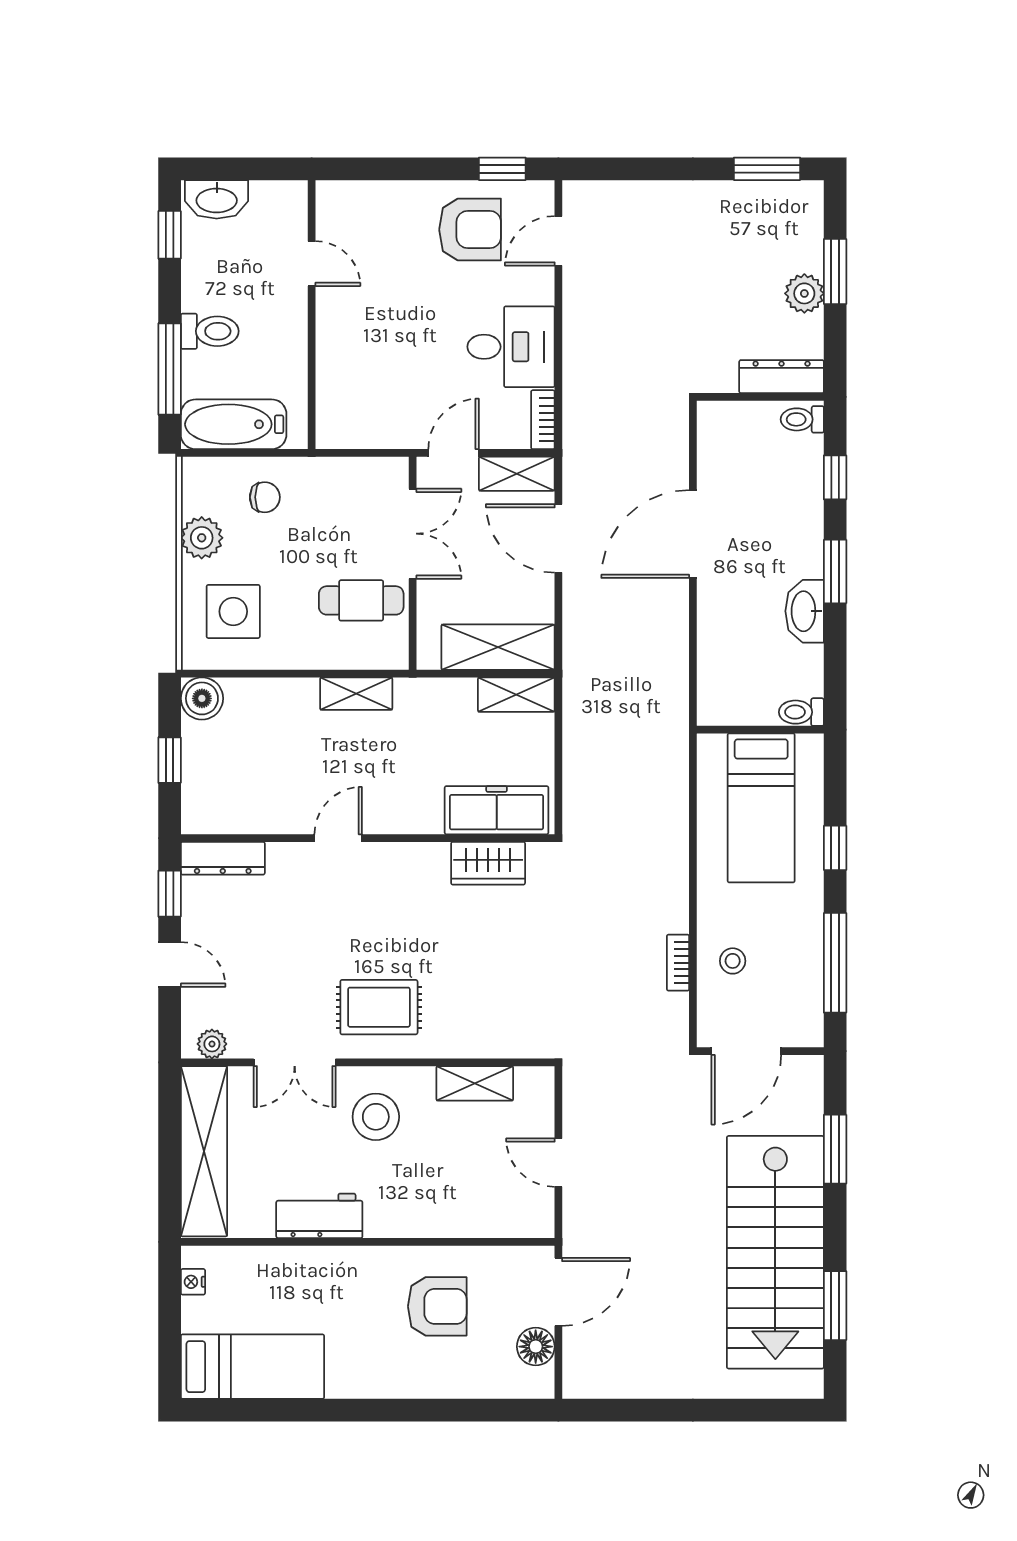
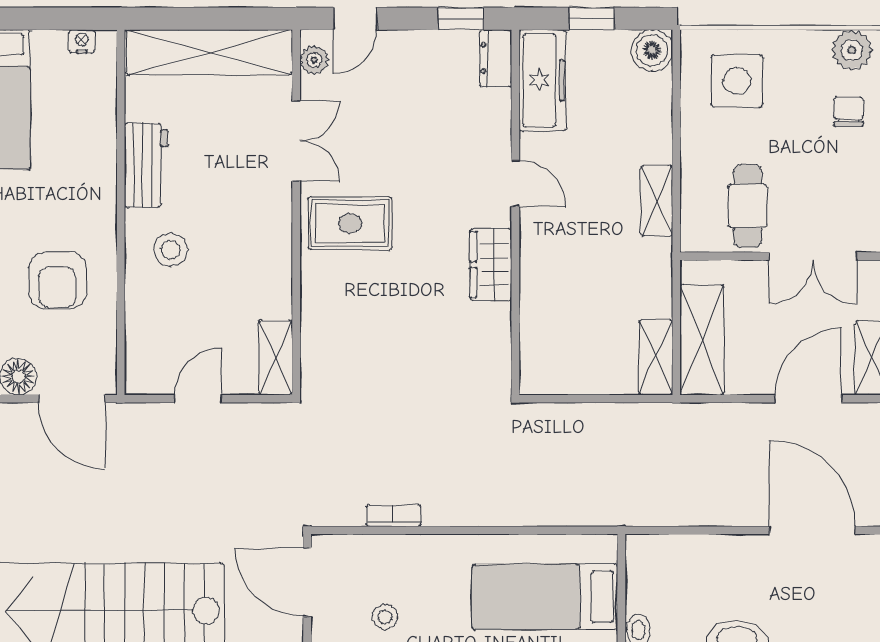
chair: (265, 497) -> (848, 112), turned 180
plant: (202, 538) -> (852, 50), moved
freezer: (497, 810) -> (543, 80), moved
dresser: (223, 858) -> (496, 58), width x0.70
wardrobe: (488, 863) -> (491, 265), moved
stool: (733, 961) -> (385, 617), moved
door: (170, 964) -> (355, 19), moved
rug: (379, 1007) -> (350, 223), turned 90
double door: (295, 1062) -> (296, 141), swing flipped
shelving: (475, 1083) -> (276, 357), moved
stool: (376, 1117) -> (171, 250), moved, width x0.73, depth x0.73

